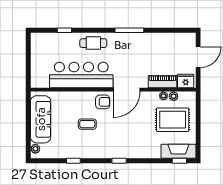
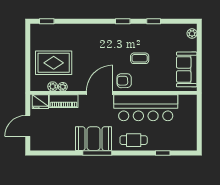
booth: (133, 44) -> (94, 139), added
sofa: (41, 119) -> (187, 69), width x0.73
fireplace: (178, 151) -> (48, 31), removed
window: (119, 161) -> (123, 21), moved

